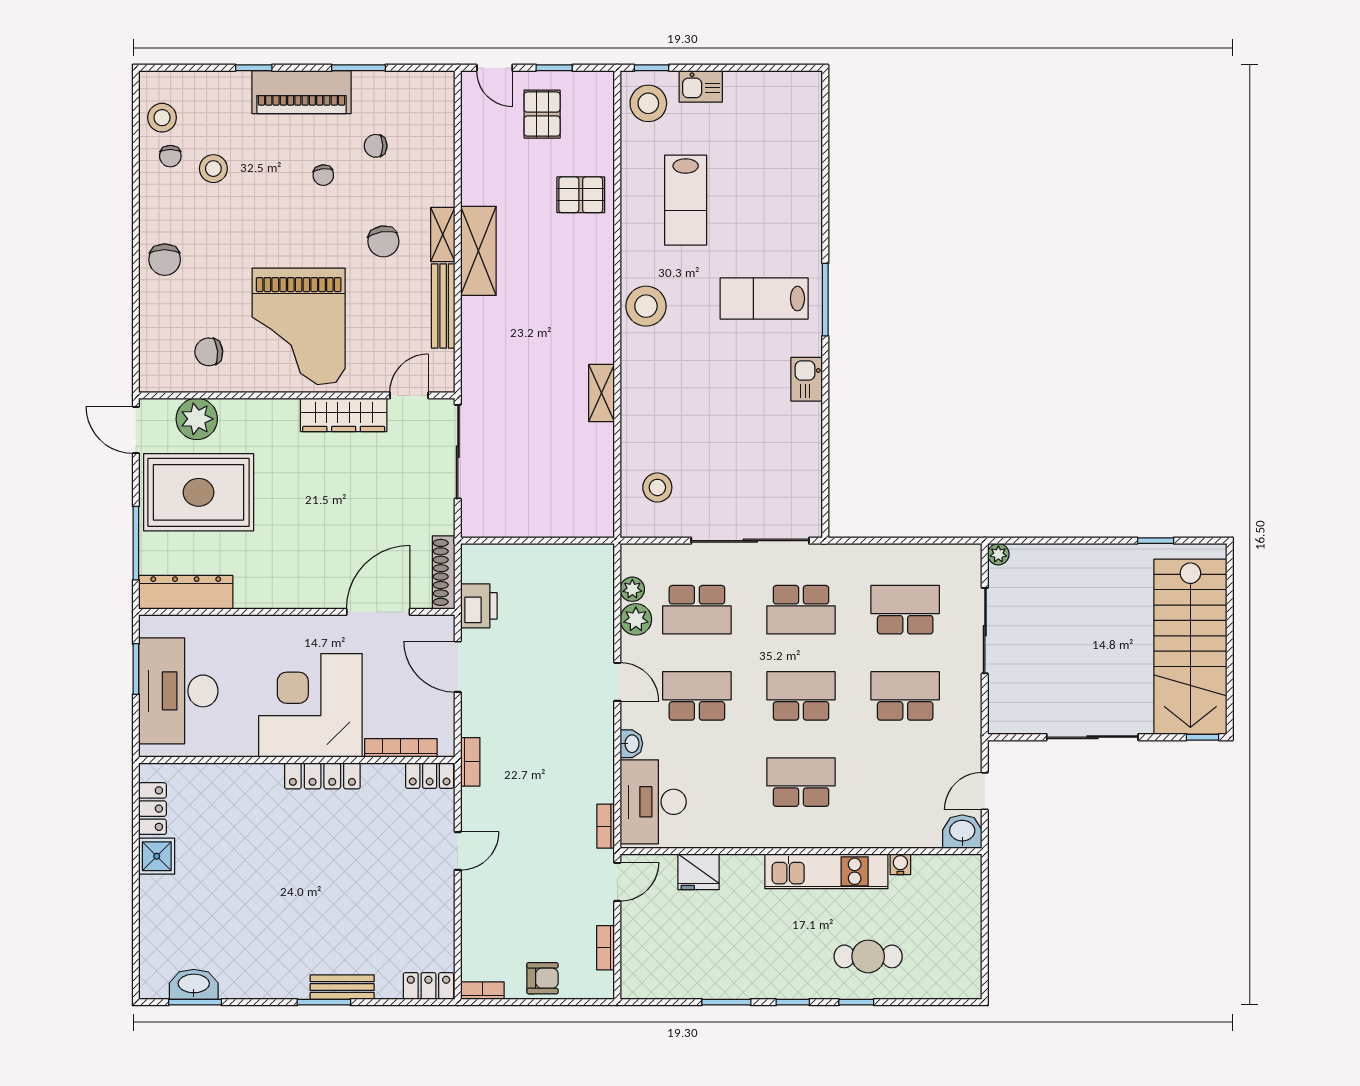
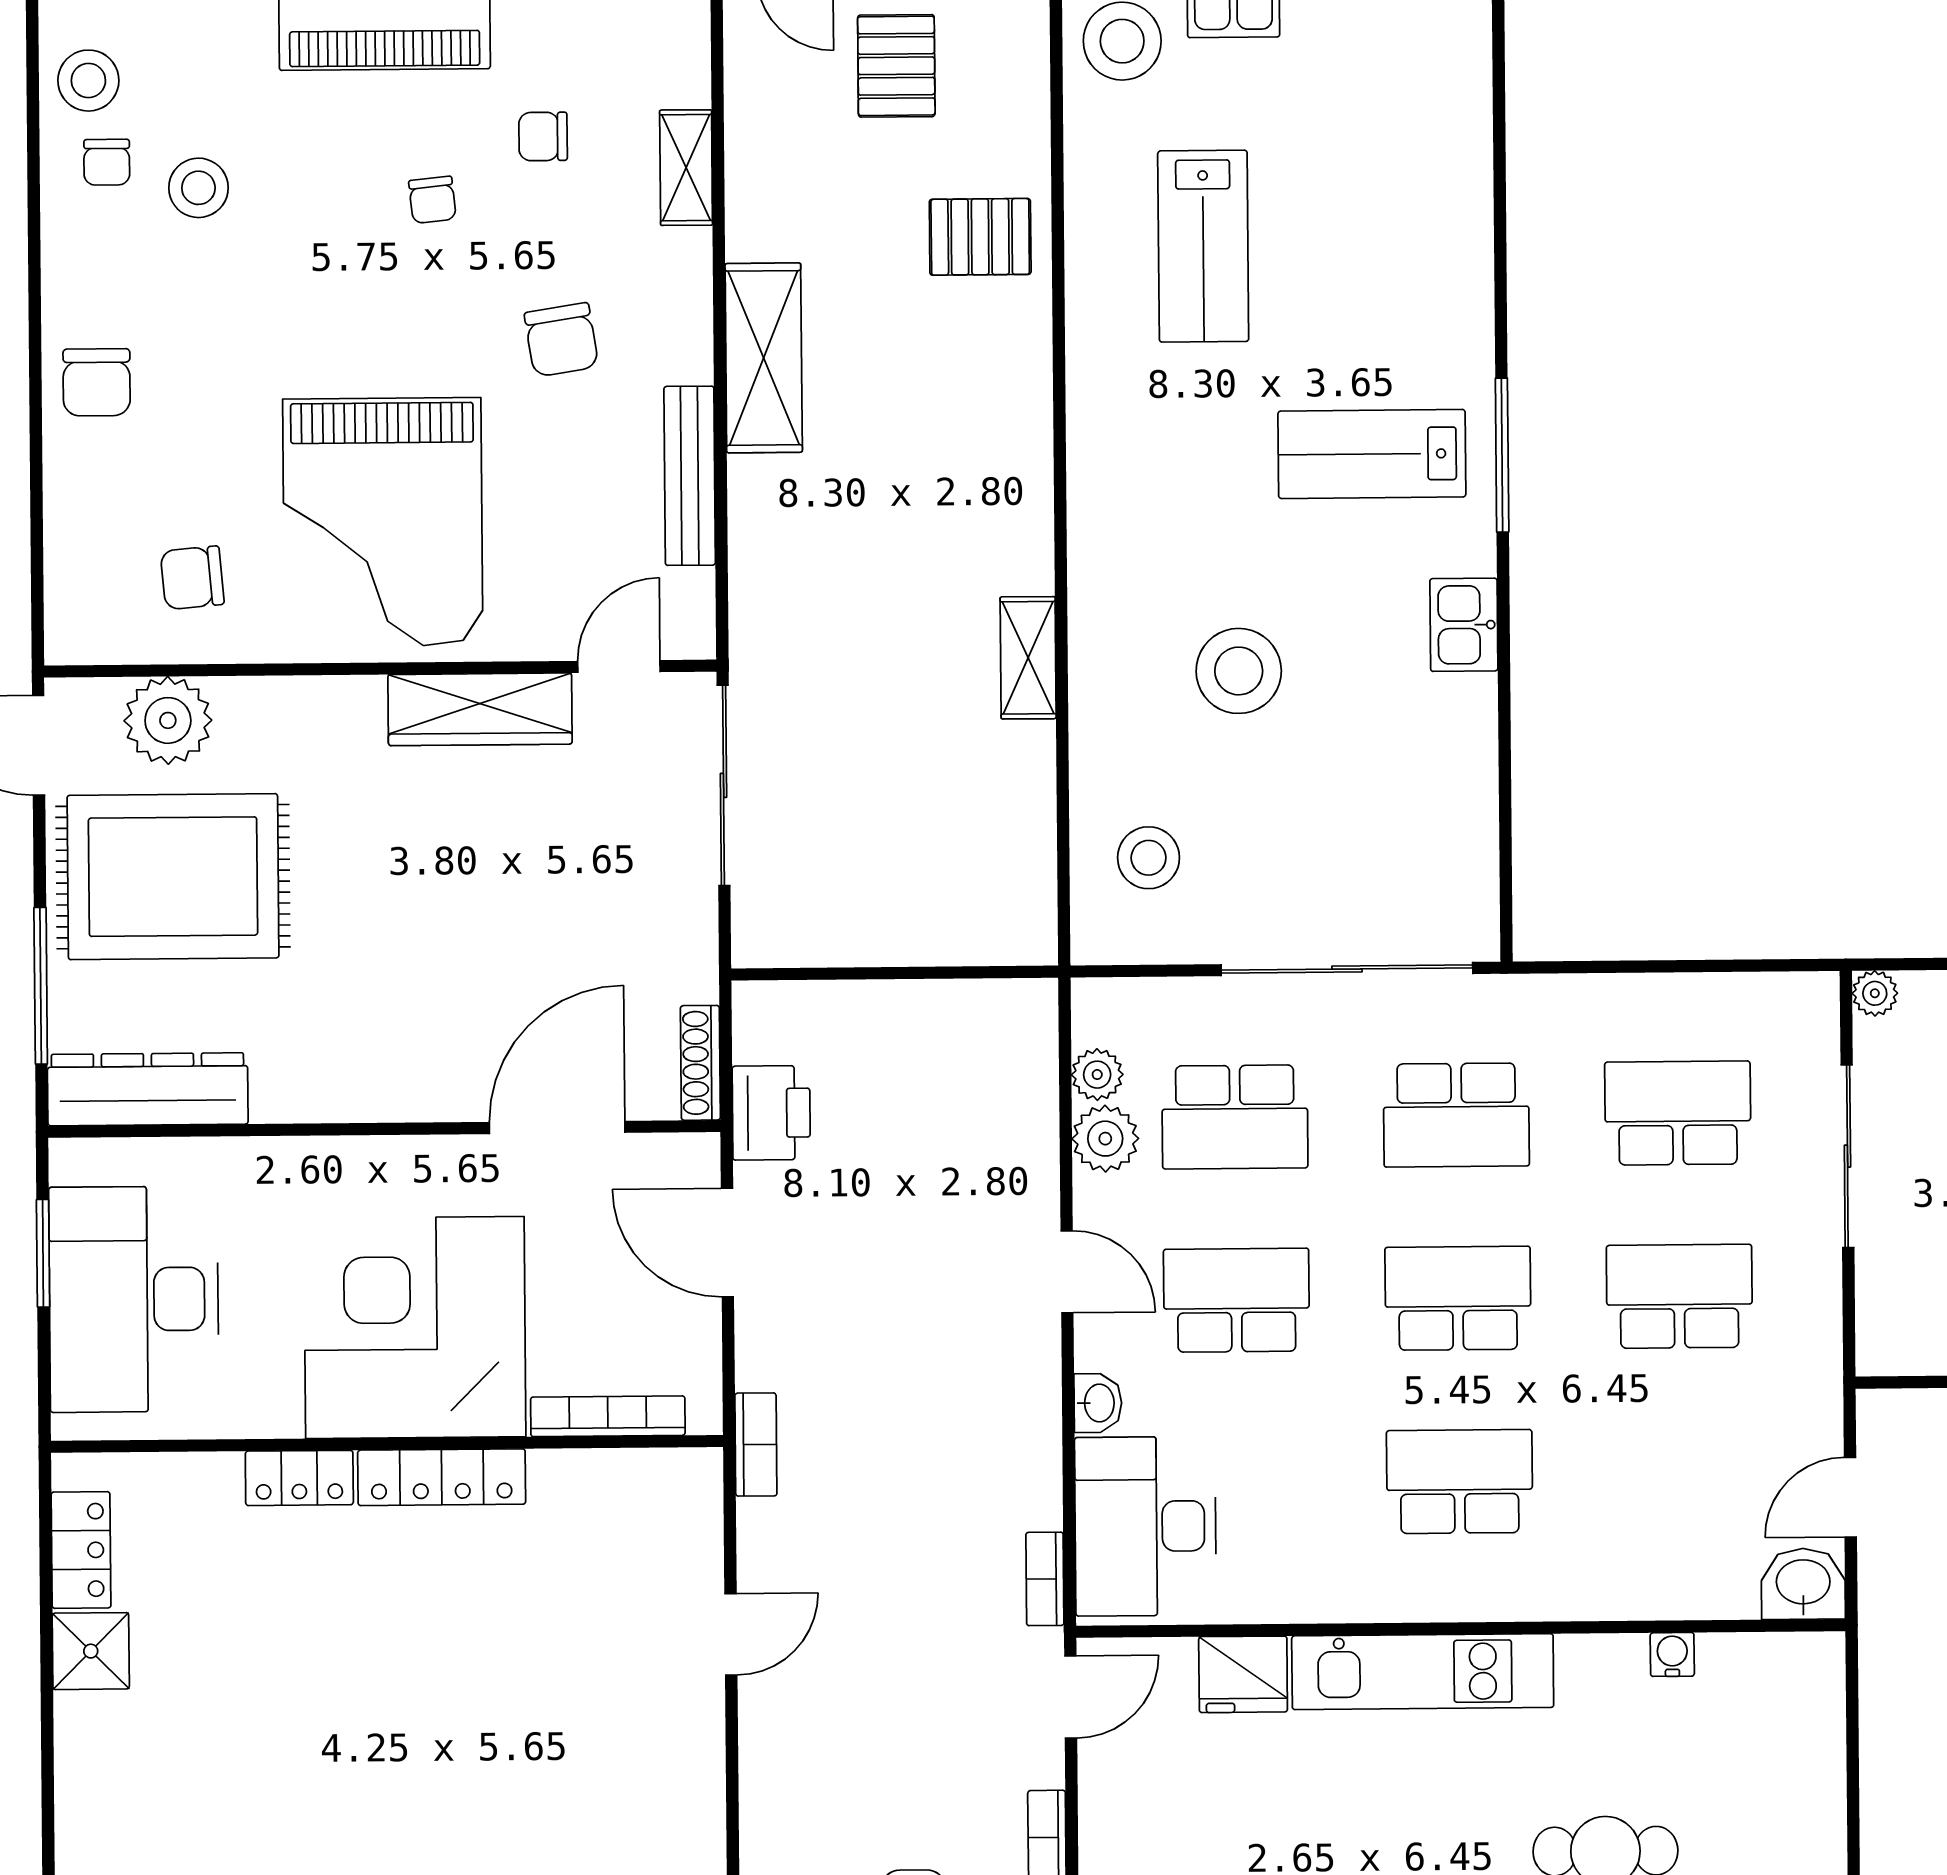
shelving: (443, 234) -> (686, 168), moved
stool: (646, 306) -> (1239, 671), moved
shoe rack: (444, 572) -> (700, 1063), width x0.74, depth x0.81
locker: (430, 776) -> (299, 1478), moved
kitchen unit: (826, 871) -> (1423, 1672), moved

